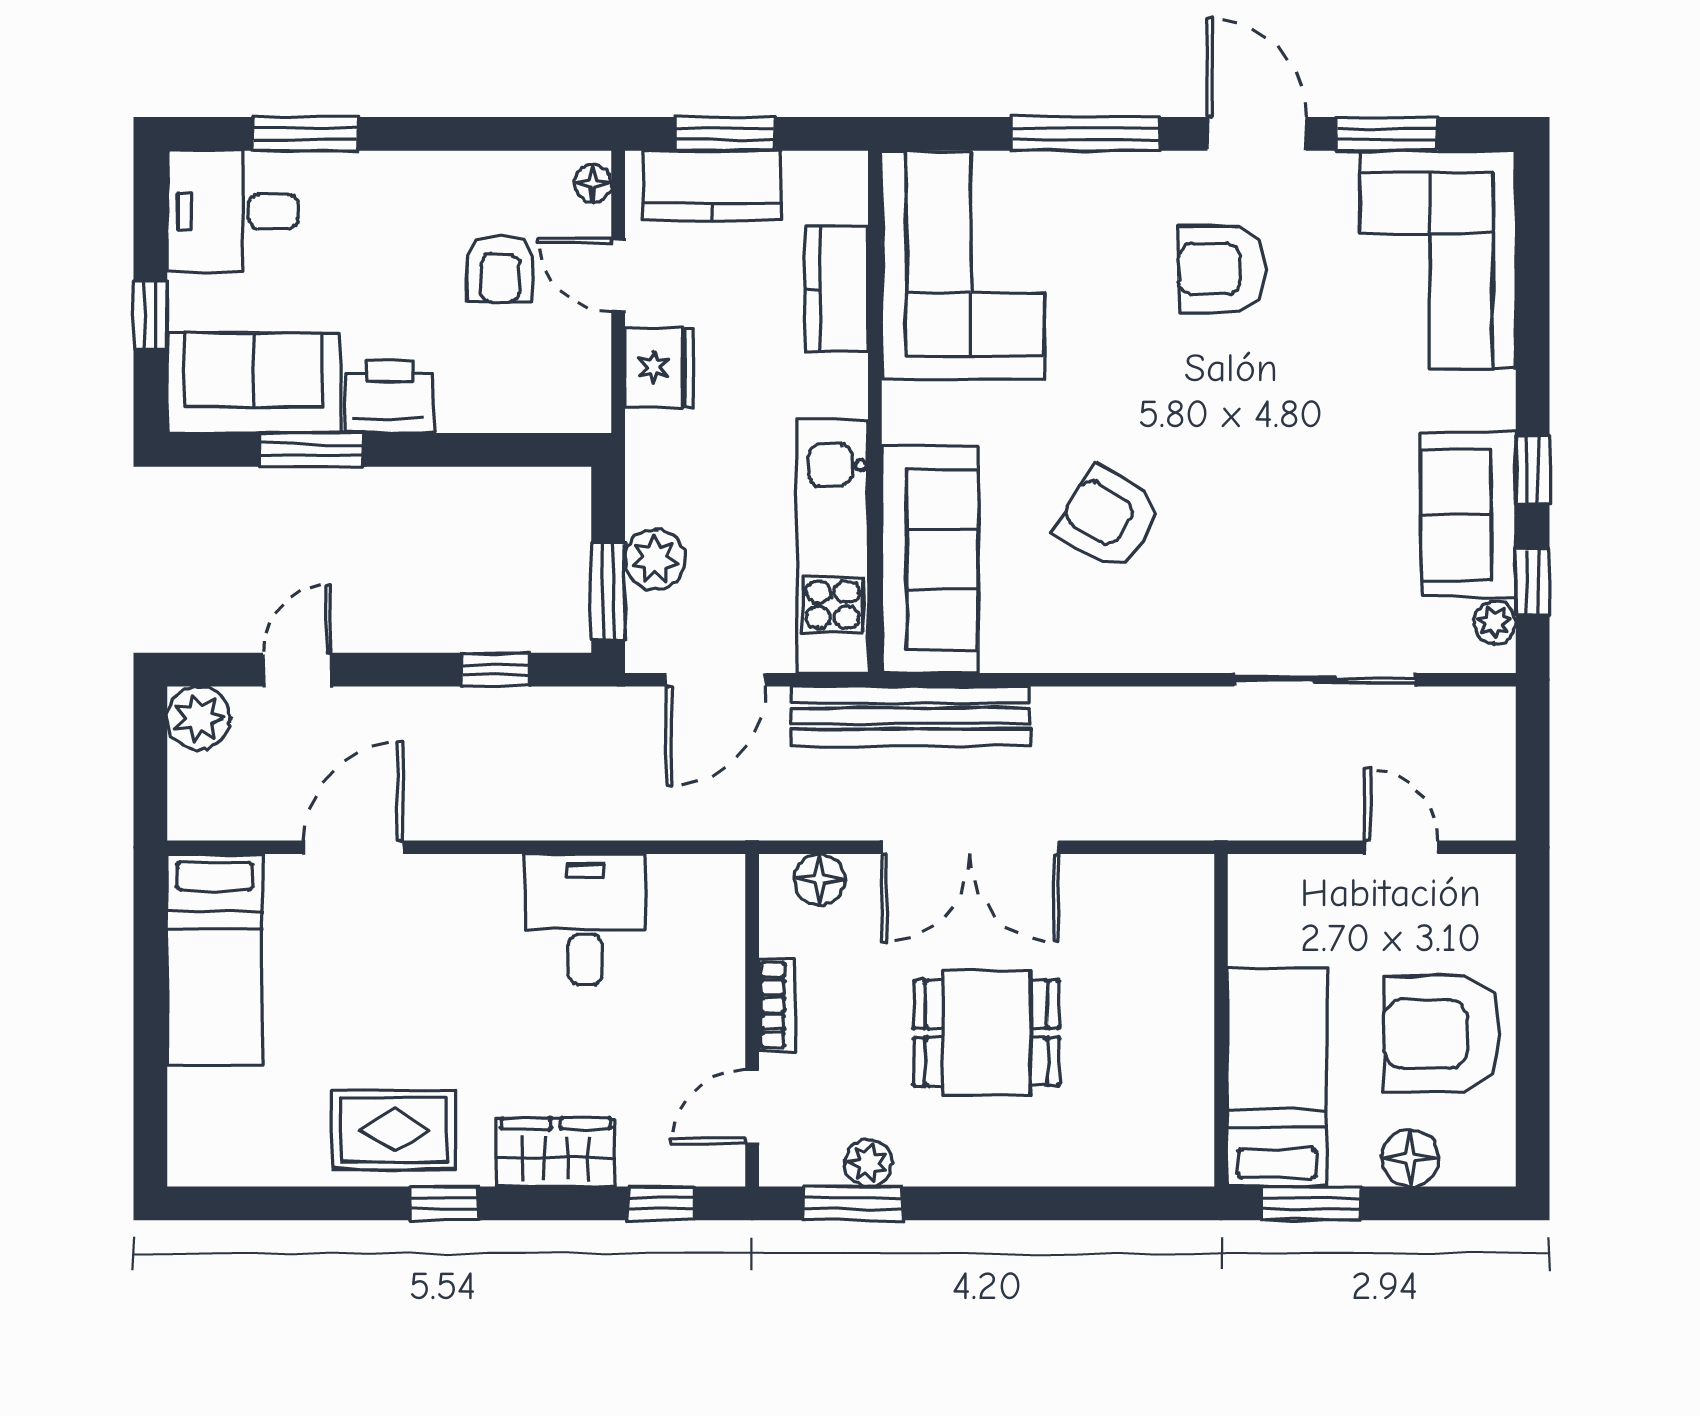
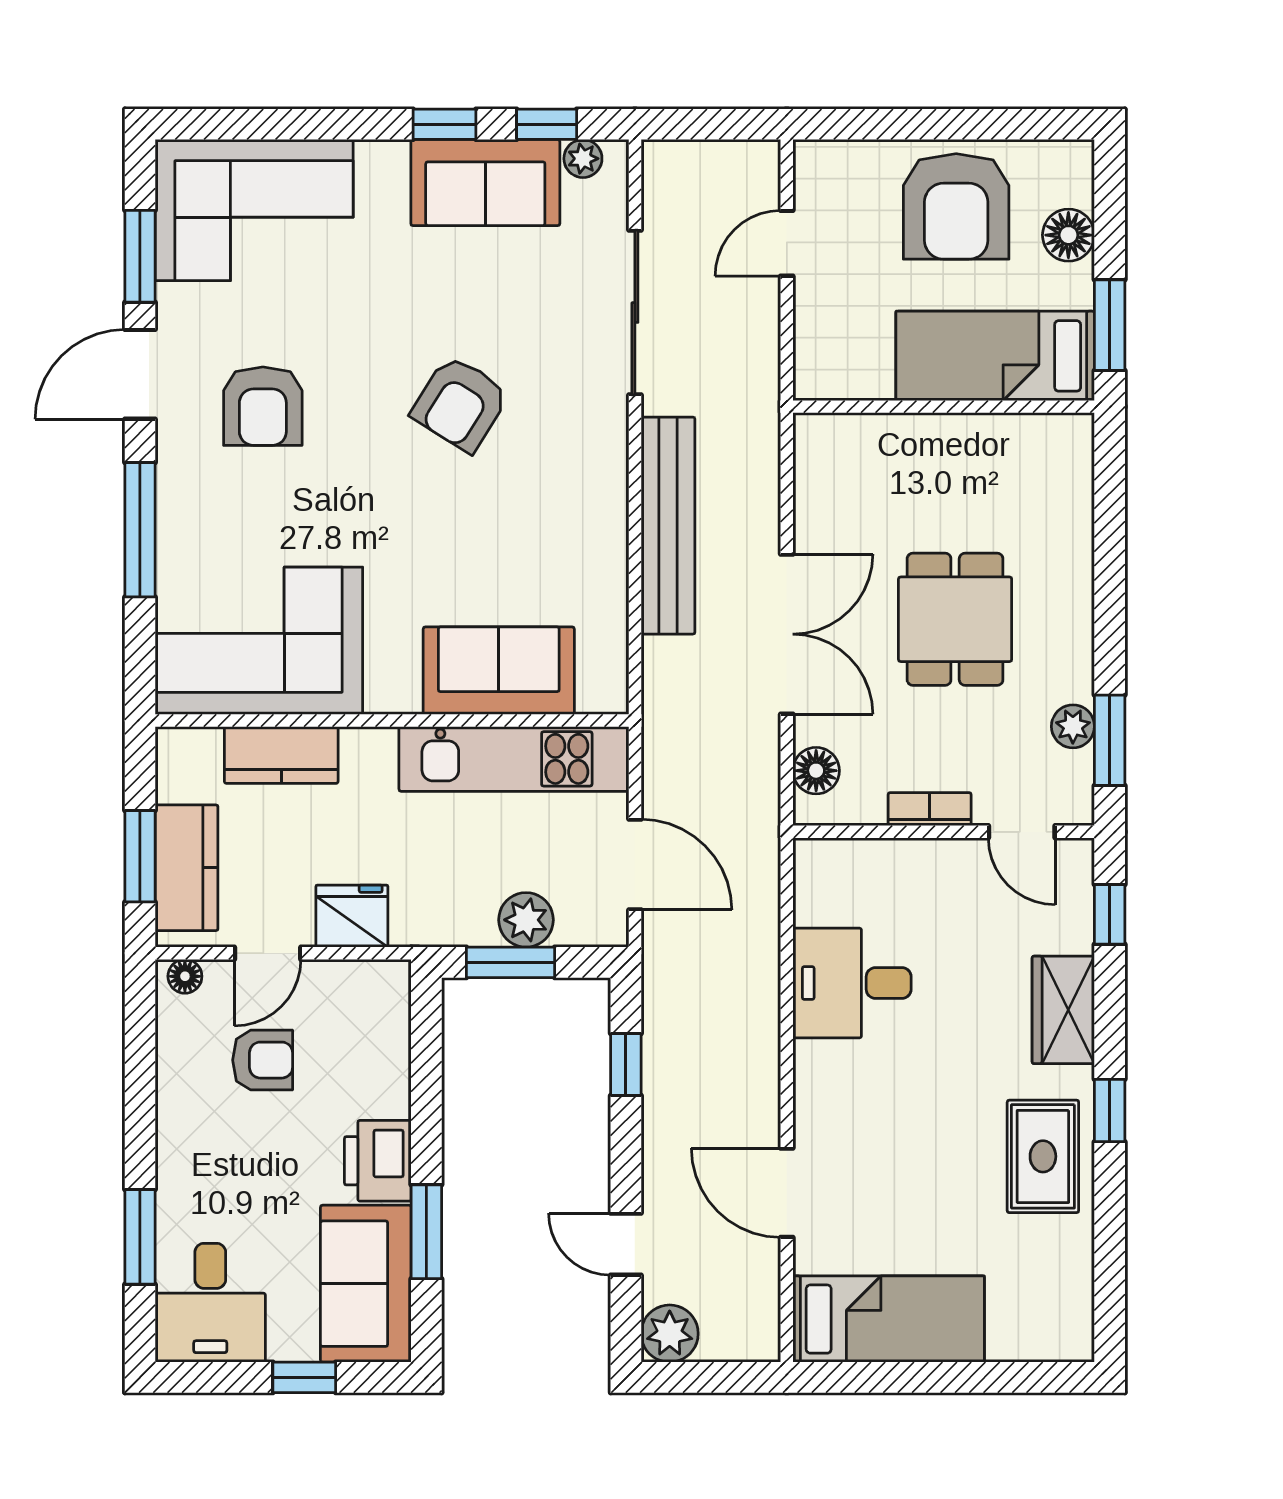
armchair: (1109, 519) -> (460, 404), moved
sofa: (930, 560) -> (499, 671), width x0.73
window: (608, 592) -> (511, 962), moved
bench: (910, 716) -> (668, 526), moved

